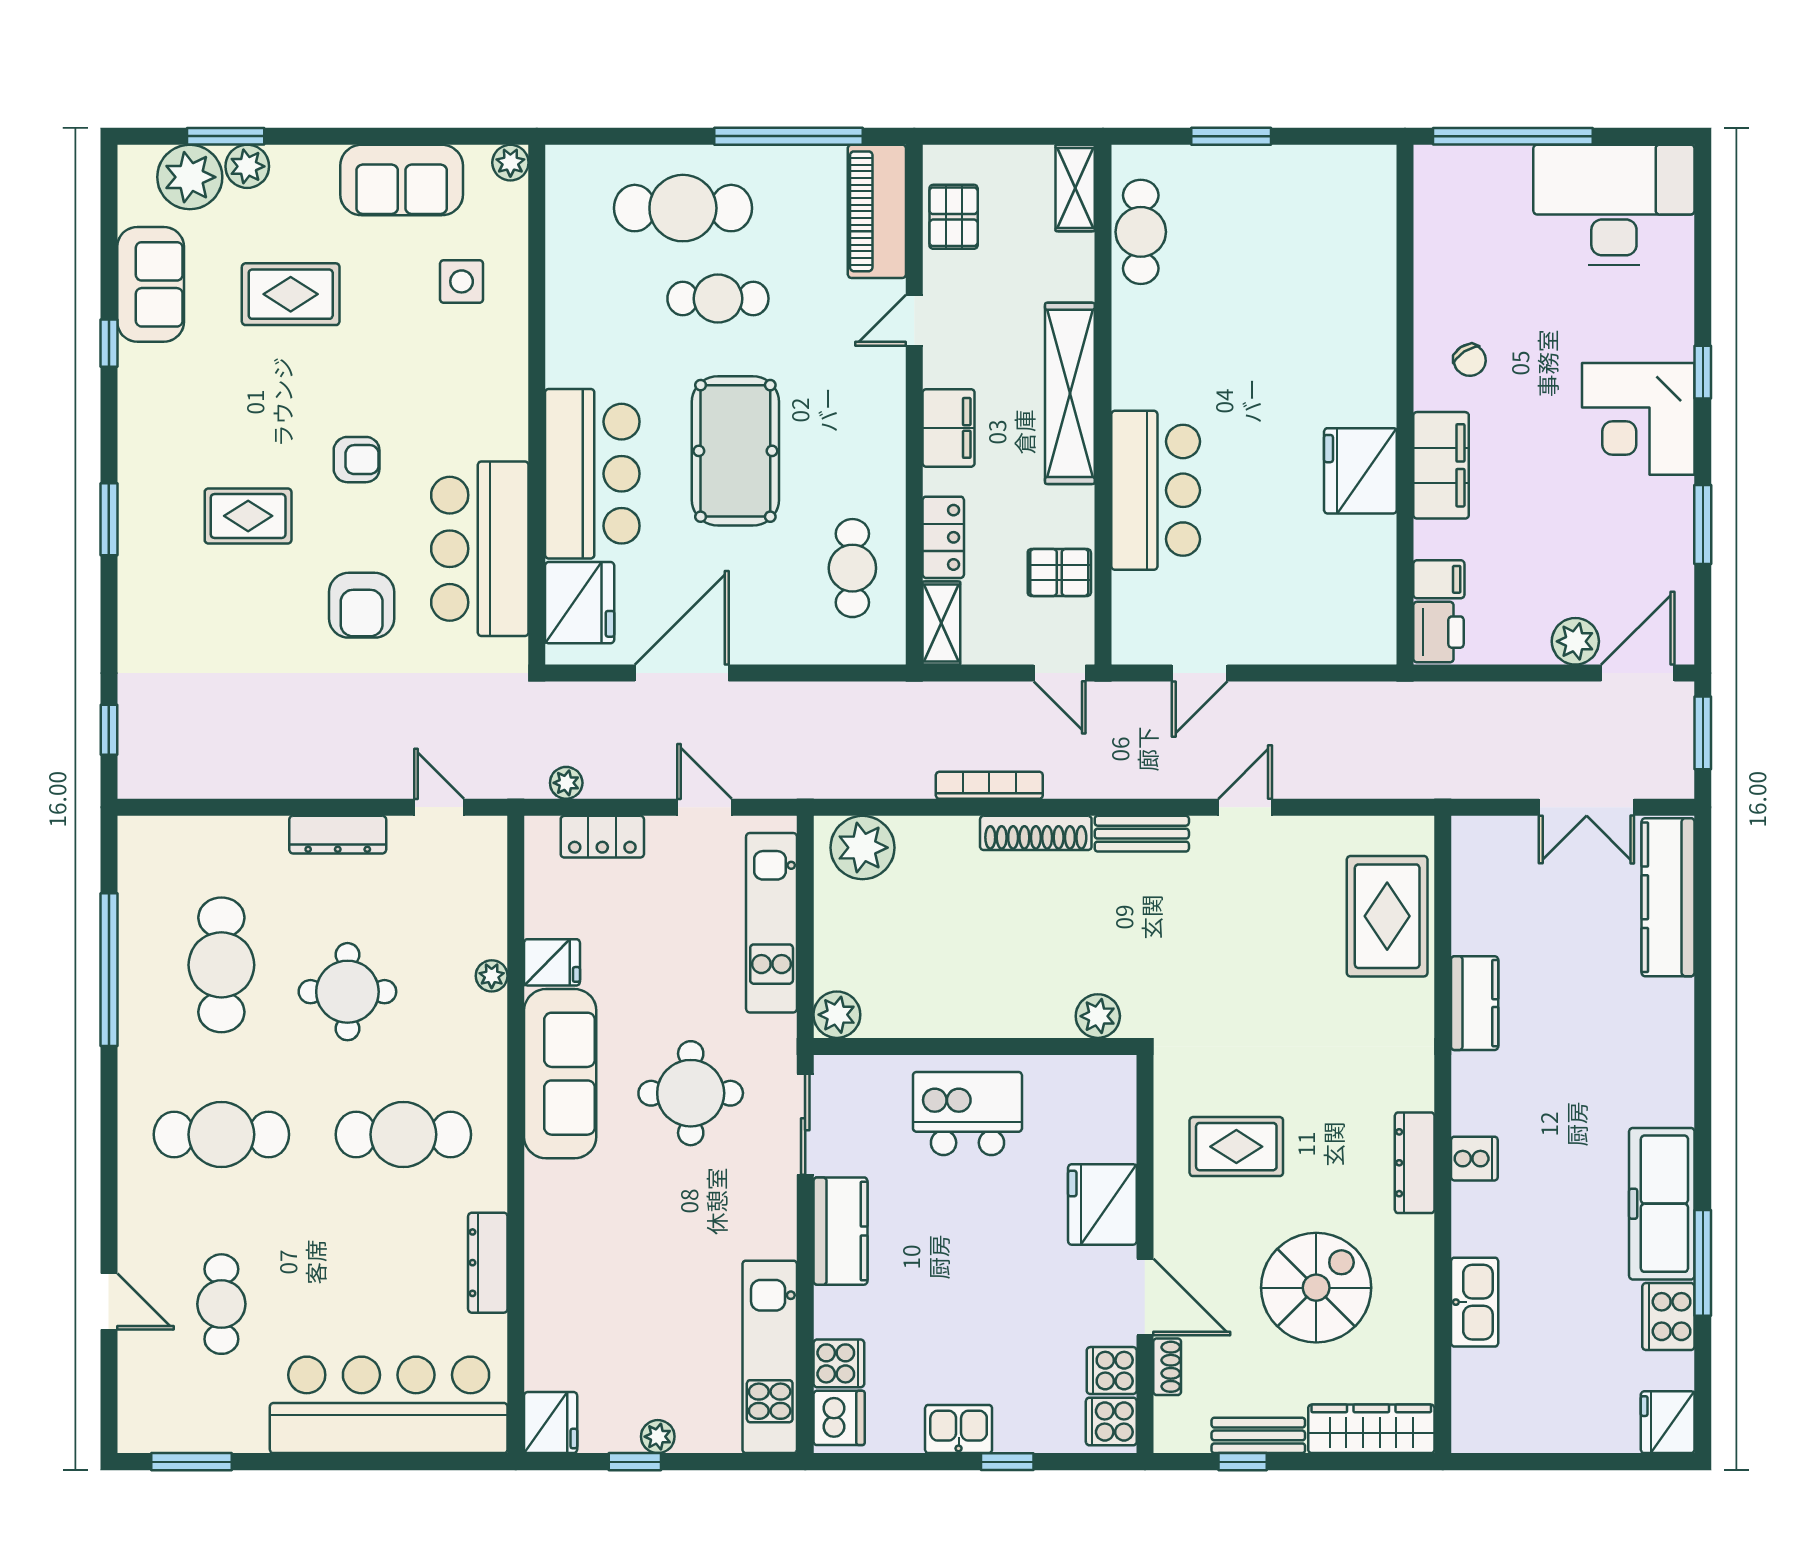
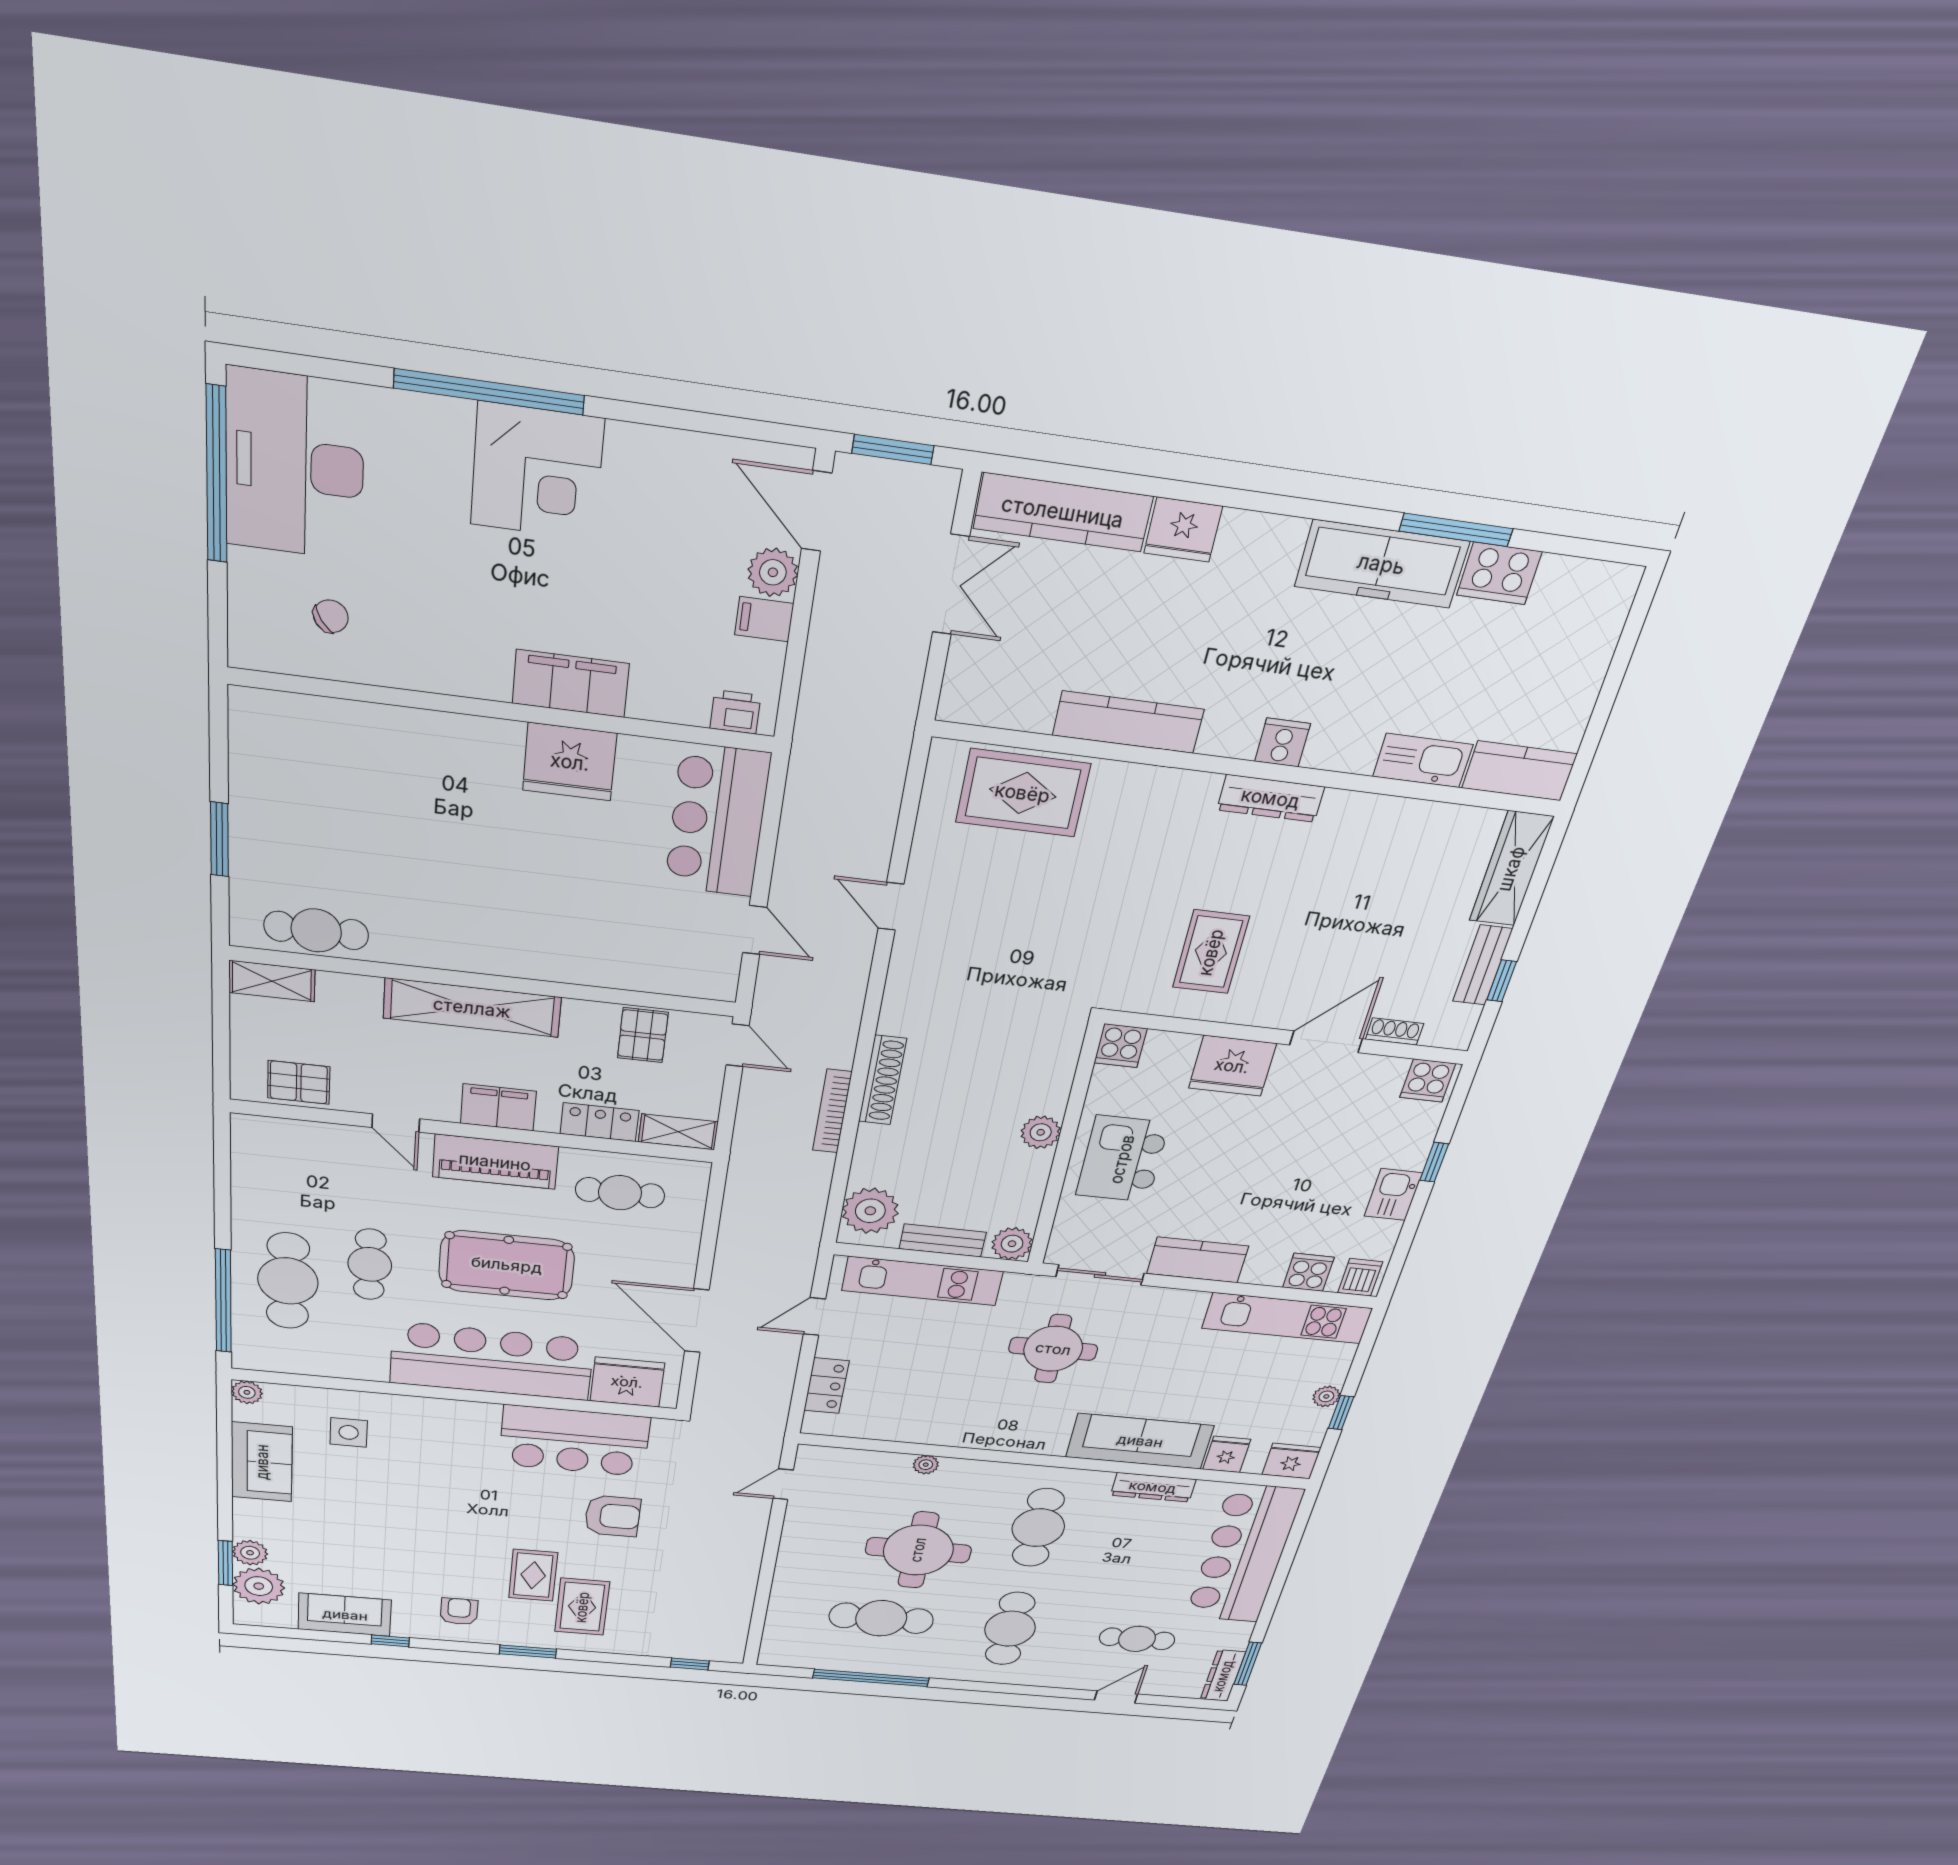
window: (788, 136) -> (223, 1301), moved
window: (1513, 136) -> (217, 475), moved
piano: (877, 211) -> (495, 1162), moved
rug: (291, 294) -> (582, 1607), moved
chair: (1470, 360) -> (331, 616), moved
window: (1703, 372) -> (489, 392), width x3.17
armchair: (357, 460) -> (459, 1611), moved
bar counter: (592, 474) -> (492, 1361), width x1.36
bar counter: (1156, 490) -> (717, 821), moved, turned -90
window: (1703, 525) -> (662, 416), removed
filing cabinet: (1439, 579) -> (764, 619), moved, turned -90
printer: (1438, 632) -> (735, 712), width x0.73, depth x0.81
door: (1060, 673) -> (738, 1045), hinge flipped
plant: (566, 783) -> (777, 1404), removed
bench: (1142, 834) -> (943, 1241), moved, turned 90
dresser: (338, 835) -> (1223, 1676), moved, turned 180
fridge: (552, 962) -> (1227, 1454), moved
round table: (347, 992) -> (918, 1550), width x1.36, depth x1.36
kitchen counter: (1475, 1003) -> (1128, 722), width x1.50
plant: (1098, 1016) -> (1041, 1132), moved
sofa: (560, 1074) -> (1140, 1441), moved
spiral stairs: (1316, 1288) -> (1363, 900), removed
cooker: (1112, 1371) -> (1120, 1046), moved
kitchen counter: (1477, 1402) -> (1519, 771), added
dishwasher: (839, 1418) -> (1360, 1277), width x0.73
fridge: (1668, 1422) -> (1183, 530), moved

